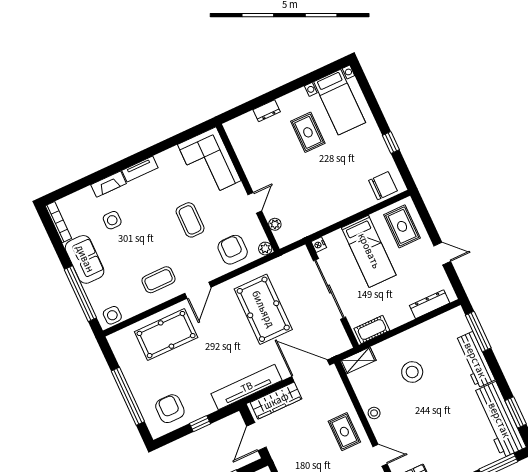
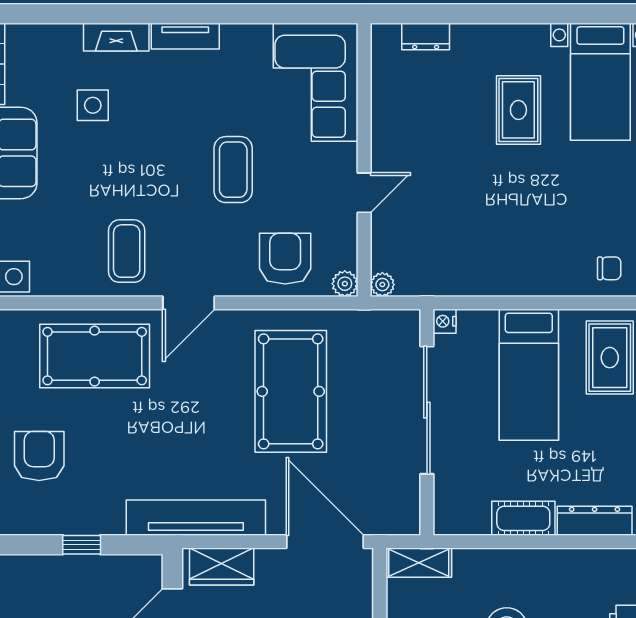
dresser: (267, 111) -> (426, 37), moved
chair: (383, 186) -> (609, 268), width x0.54, depth x0.54
plant: (275, 224) -> (382, 285), moved
coffee table: (159, 280) -> (127, 251), turned 90
cot: (372, 330) -> (523, 518), moved
wardrobe: (276, 401) -> (222, 567), width x0.67
armchair: (170, 409) -> (39, 456), moved

